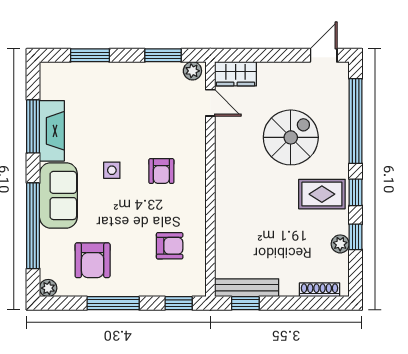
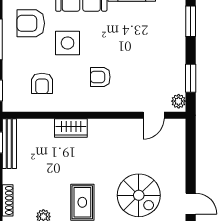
wardrobe: (236, 74) -> (71, 128), moved, turned -90
spiral stairs: (291, 137) -> (139, 195), moved
side table: (112, 170) -> (68, 43), moved, width x1.87, depth x1.87

